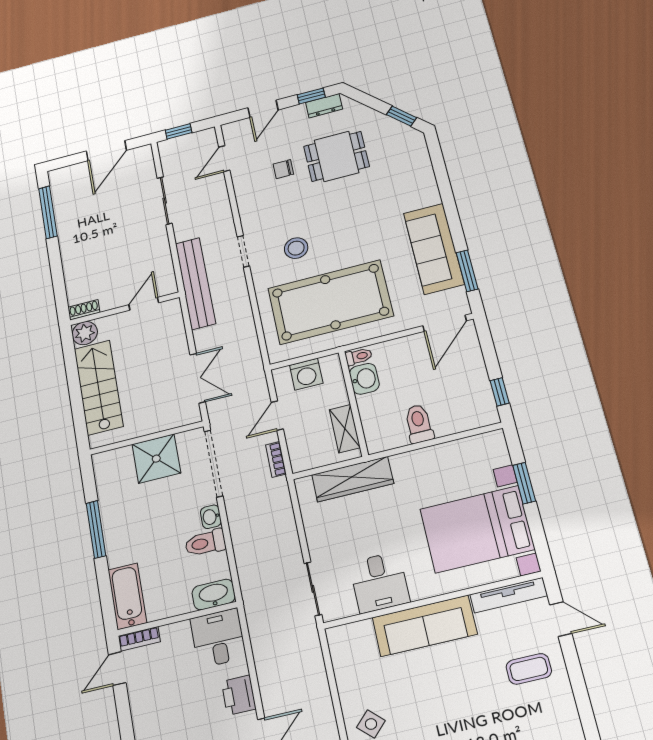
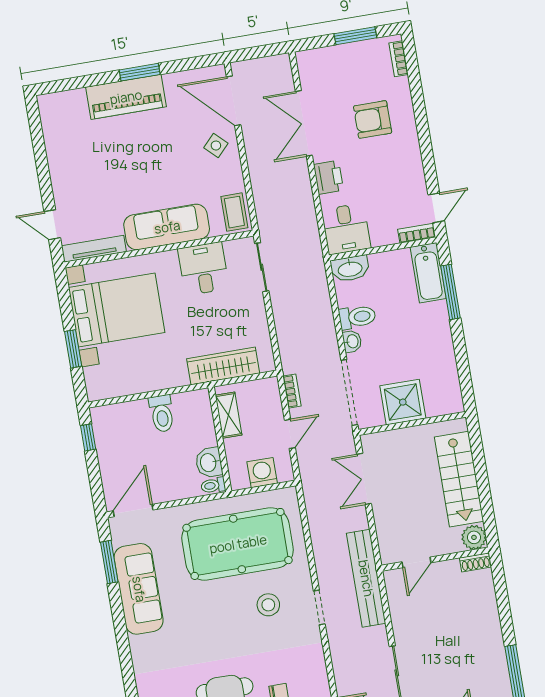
window: (96, 529) -> (450, 292), moved
coffee table: (529, 669) -> (234, 212), moved, turned 90

